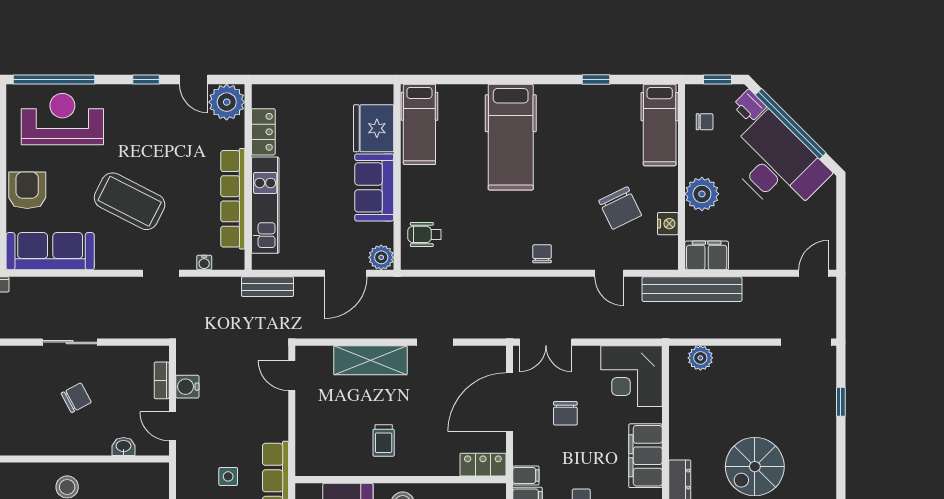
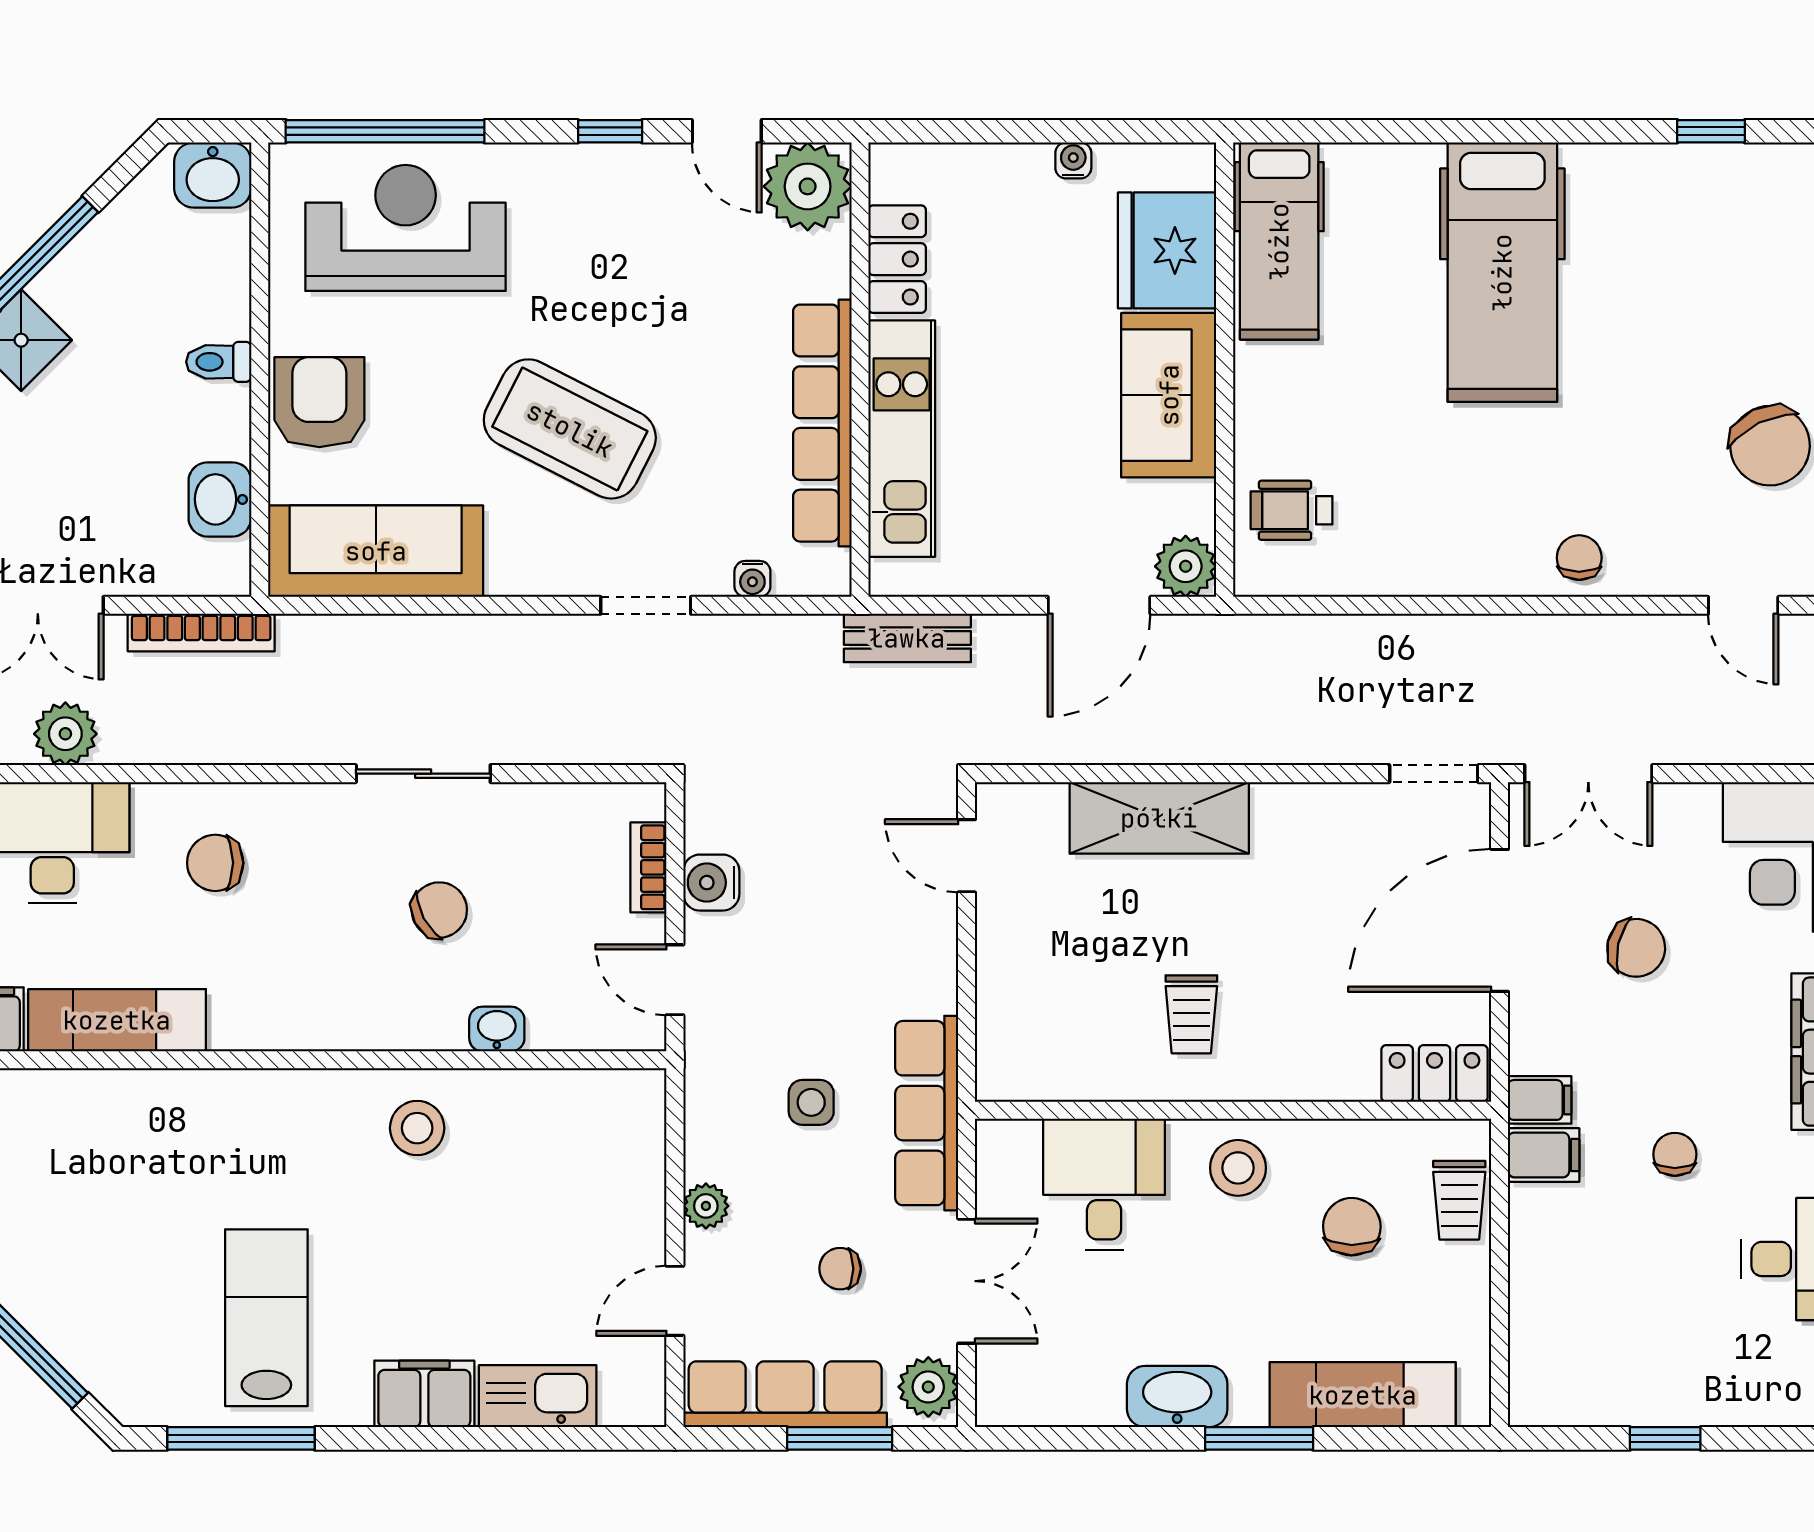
water cooler: (335, 91) -> (1073, 160), added
doorway: (435, 342) -> (1434, 774), moved
chair: (565, 413) -> (1636, 948), turned -77
washbasin: (124, 446) -> (497, 1029), moved

